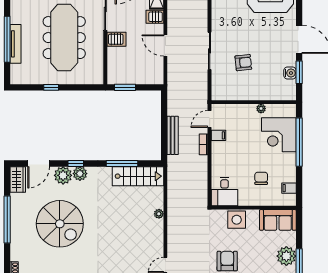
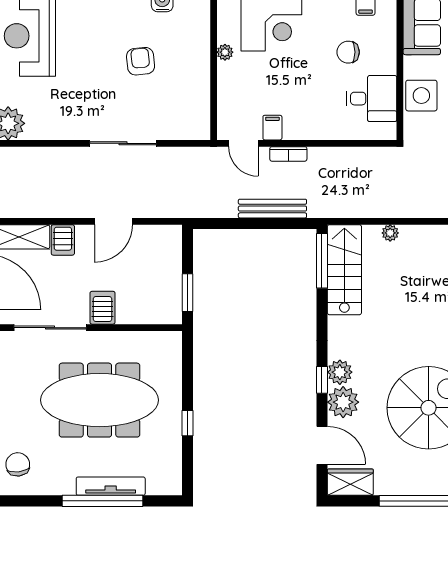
armchair: (243, 63) -> (141, 61), moved
window: (122, 163) -> (322, 261), moved
desk: (225, 192) -> (372, 99), moved
plant: (159, 214) -> (390, 233), moved

